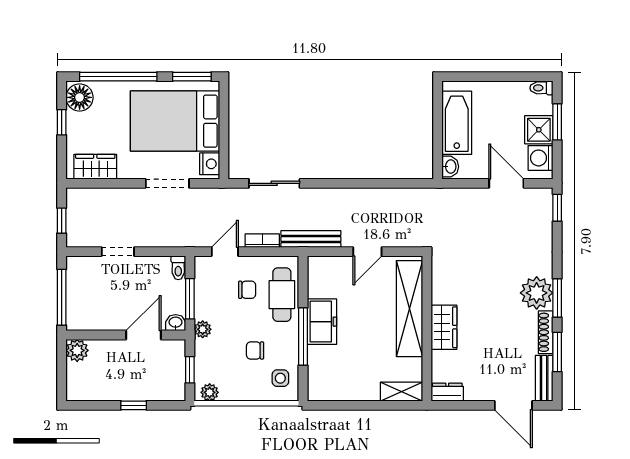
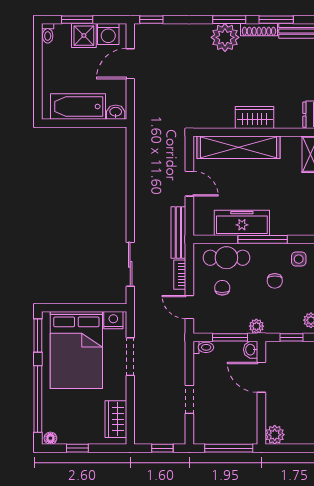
floor lamp: (80, 97) -> (50, 438), width x0.53, depth x0.53
freezer: (322, 322) -> (242, 223), width x1.40

